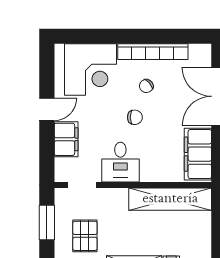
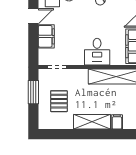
chair: (135, 117) -> (92, 22), removed
desk: (120, 162) -> (97, 52), moved

